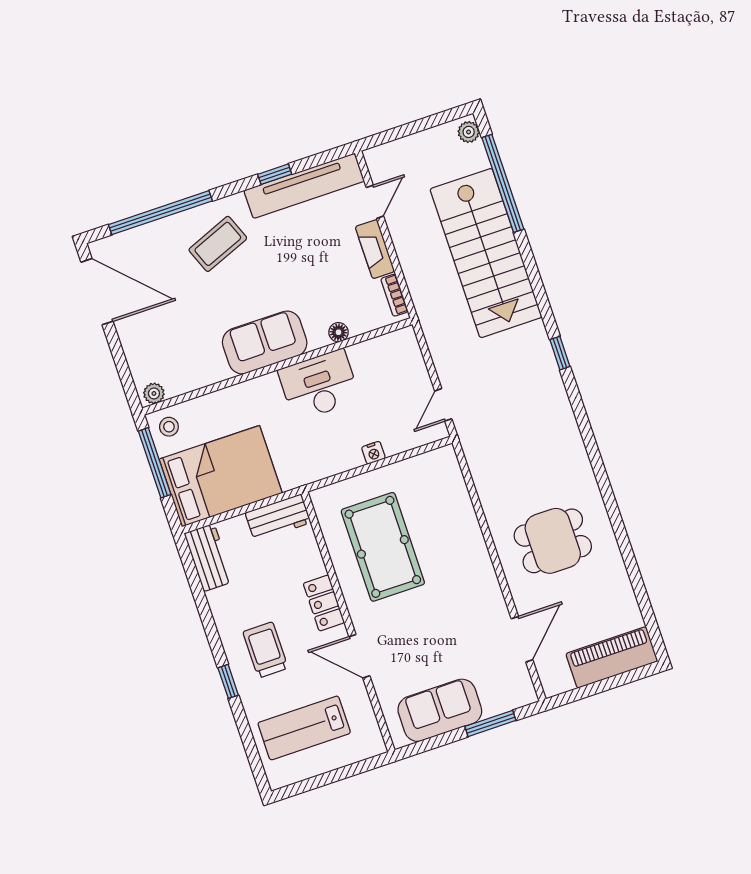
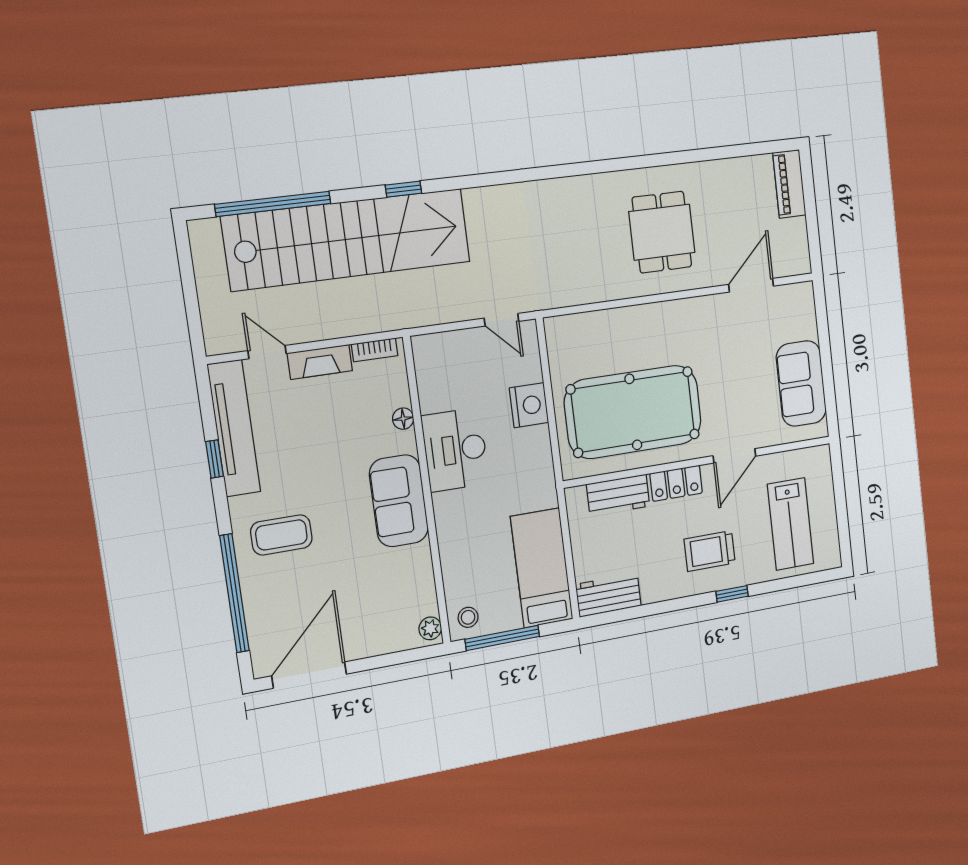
plant: (469, 132) -> (207, 230), removed
coffee table: (218, 244) -> (281, 535), turned -68
stairs: (486, 253) -> (348, 239), width x1.36
window: (560, 353) -> (403, 189), moved
nightstand: (373, 453) -> (529, 405), width x1.89, depth x1.79
bed: (221, 476) -> (542, 568), width x0.67
workbench: (278, 518) -> (618, 495), moved, turned 90
pool table: (383, 547) -> (633, 412), width x1.36, depth x1.32
door: (522, 639) -> (751, 285), hinge flipped
piano: (612, 657) -> (789, 184), width x0.73, depth x0.75
window: (490, 723) -> (823, 335), removed

